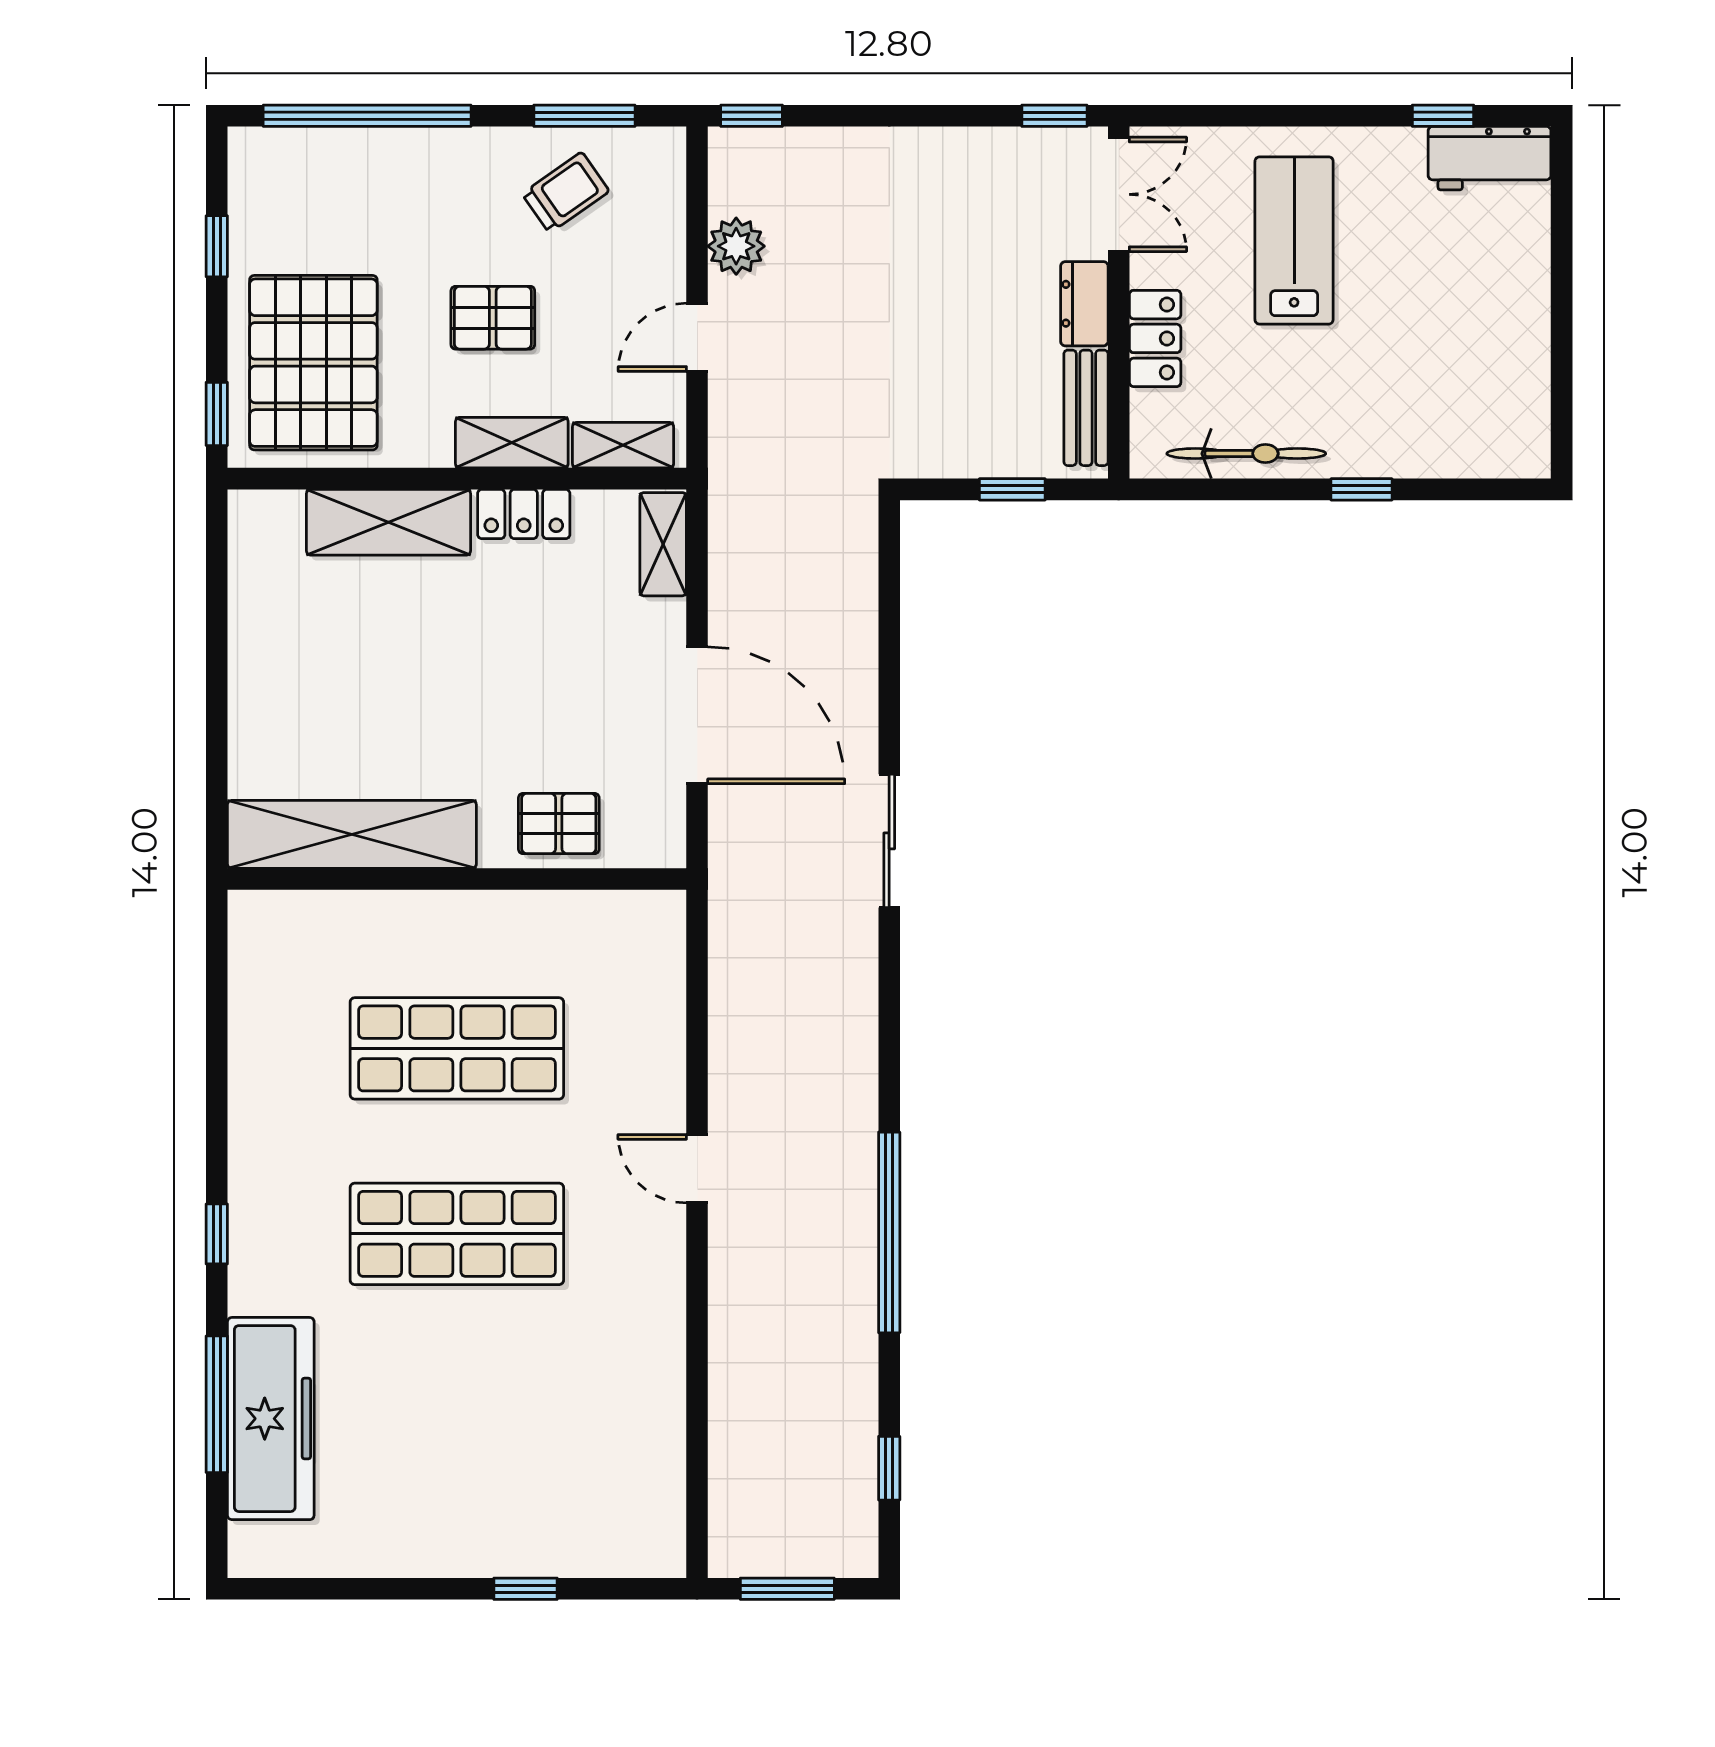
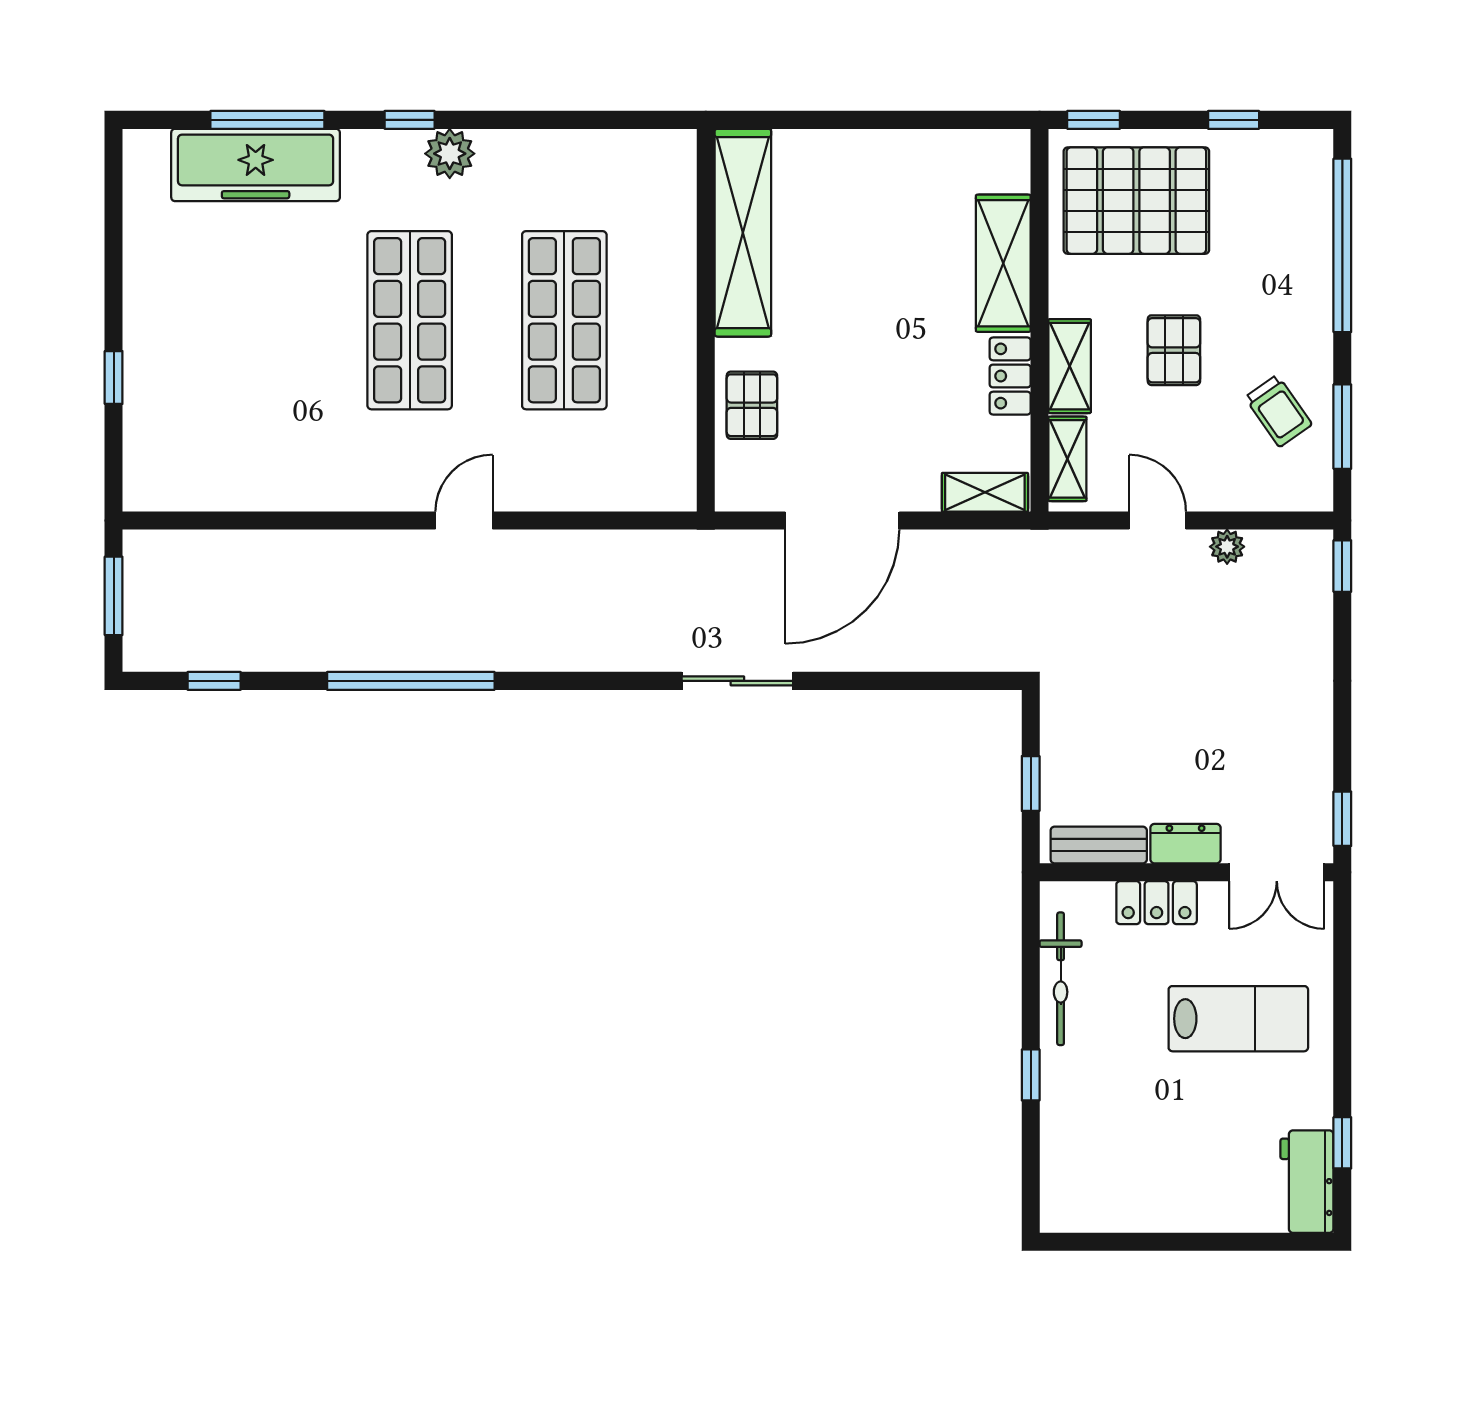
plant: (736, 246) -> (1227, 547), width x0.73, depth x0.73
plant: (257, 1186) -> (450, 154), added

